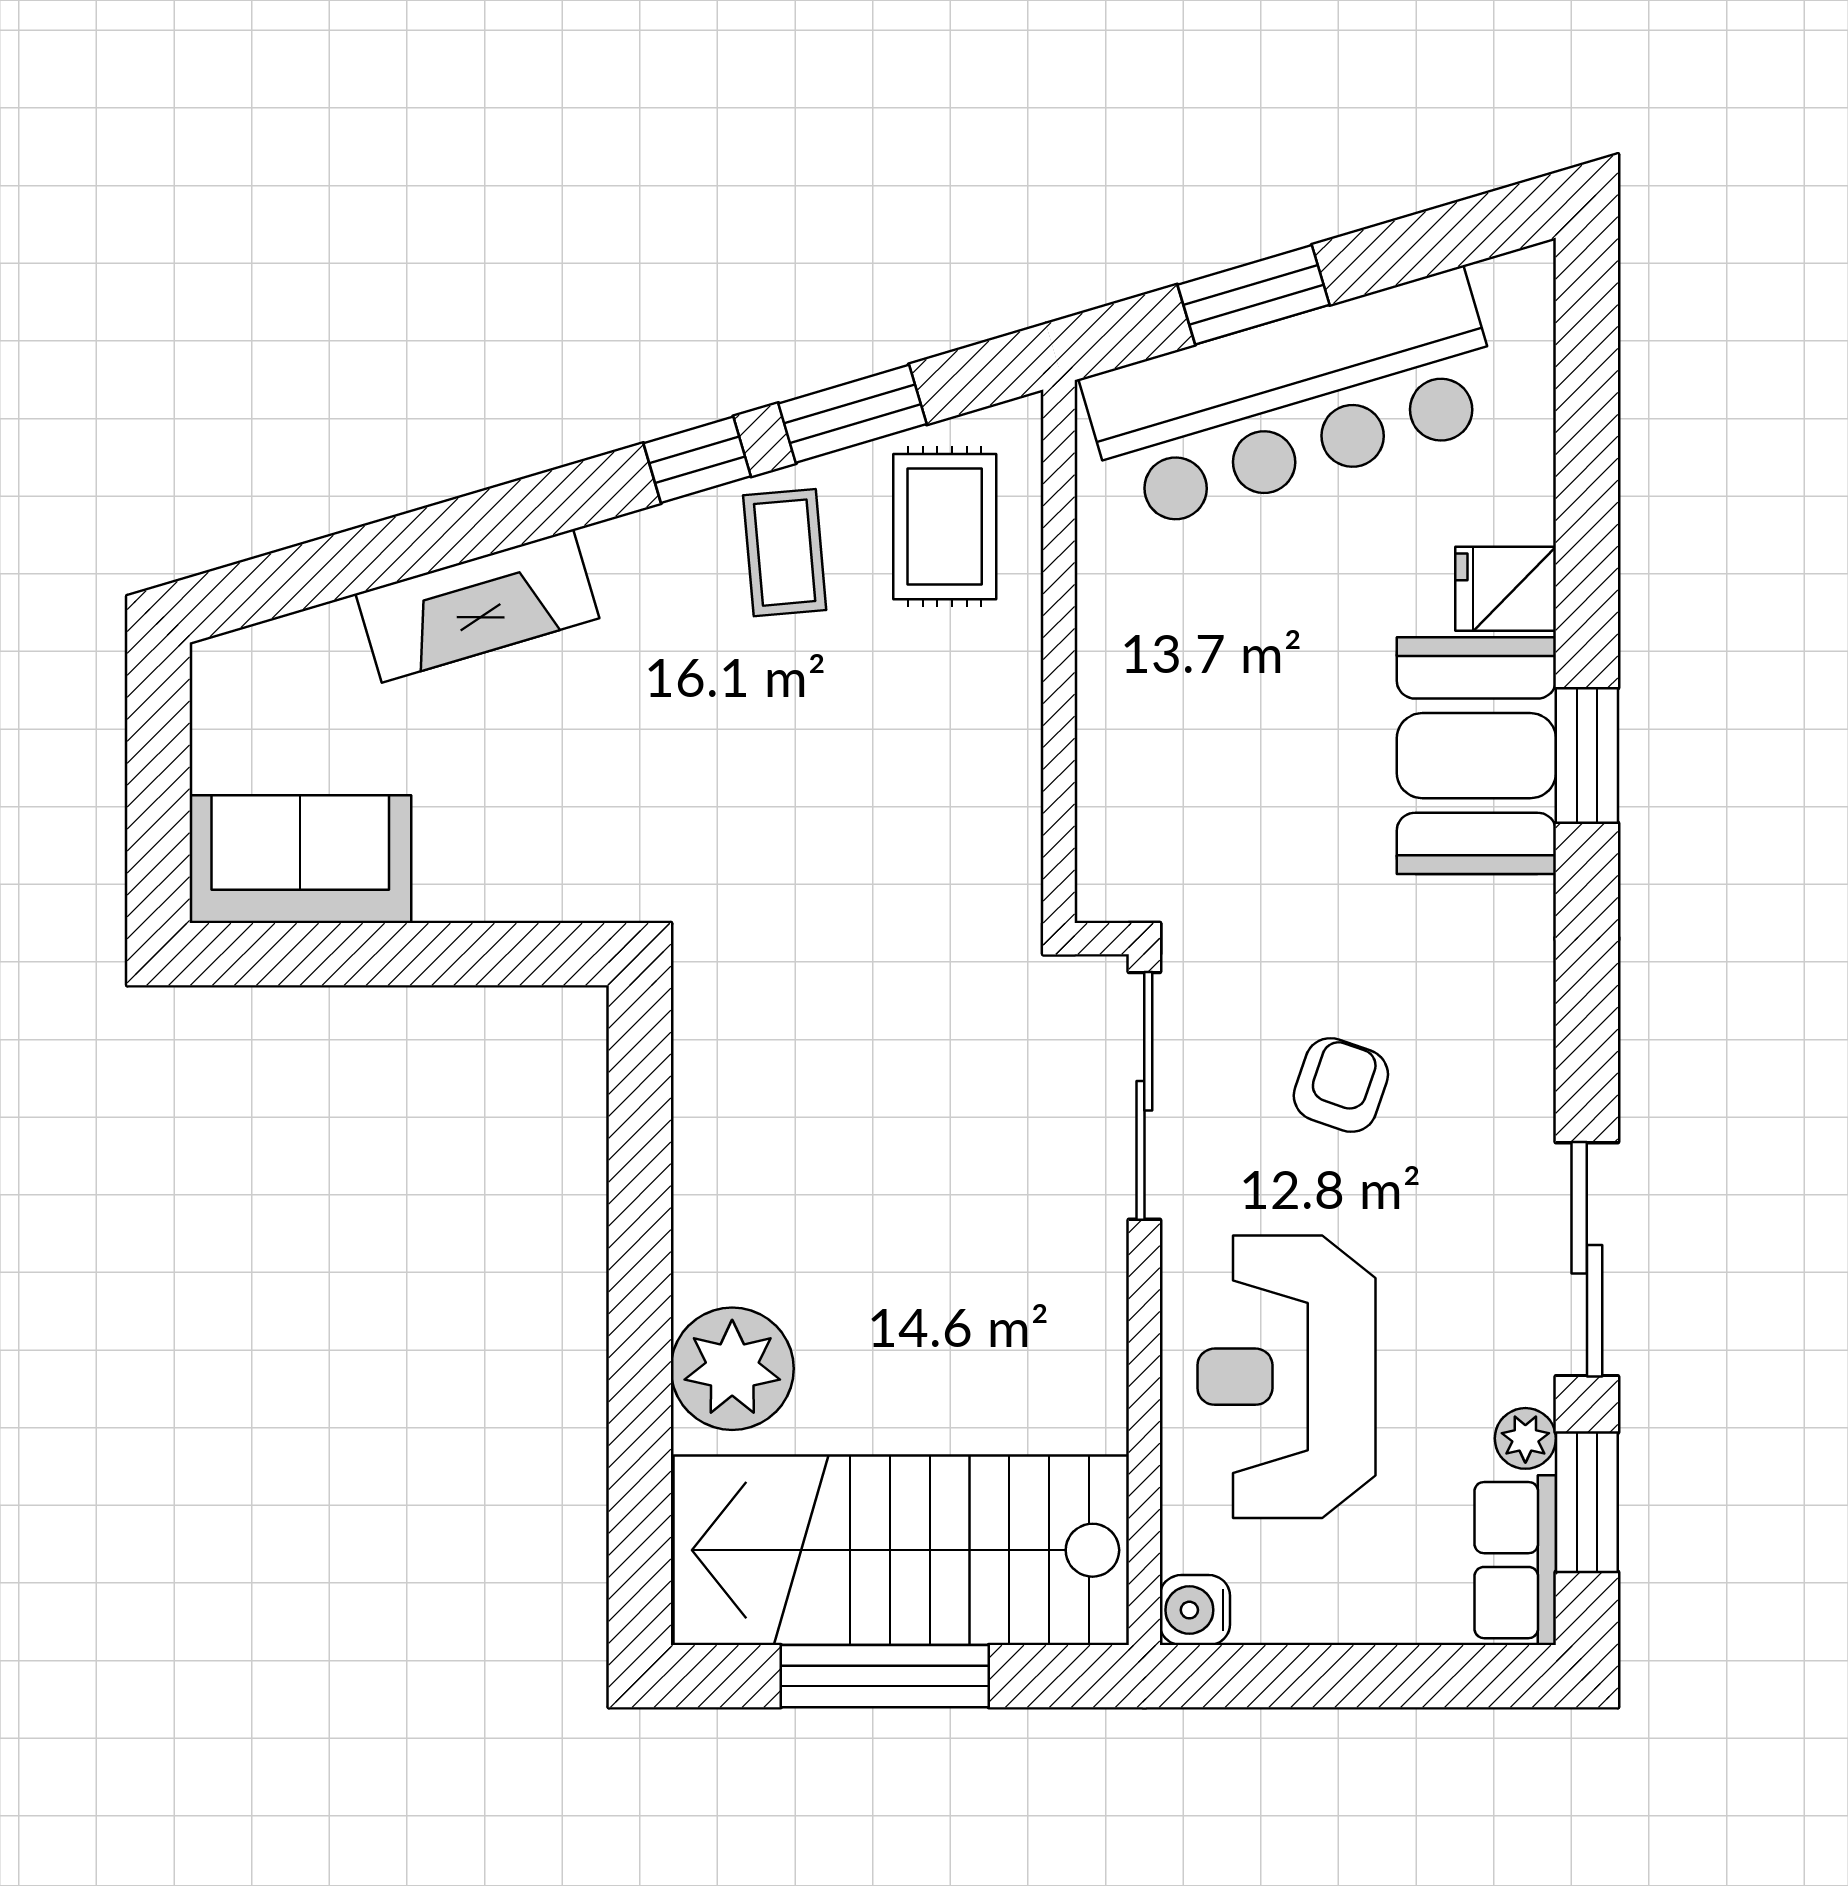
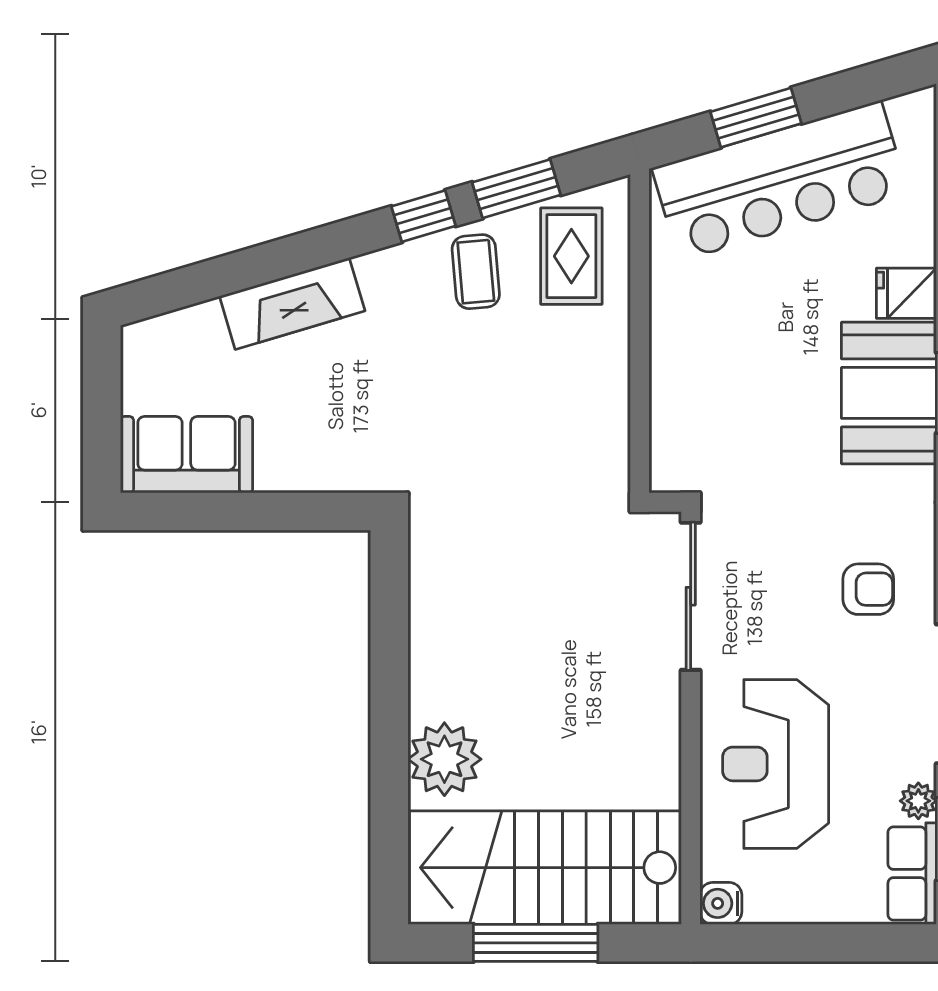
armchair: (1341, 1085) -> (868, 589), moved, turned 71

